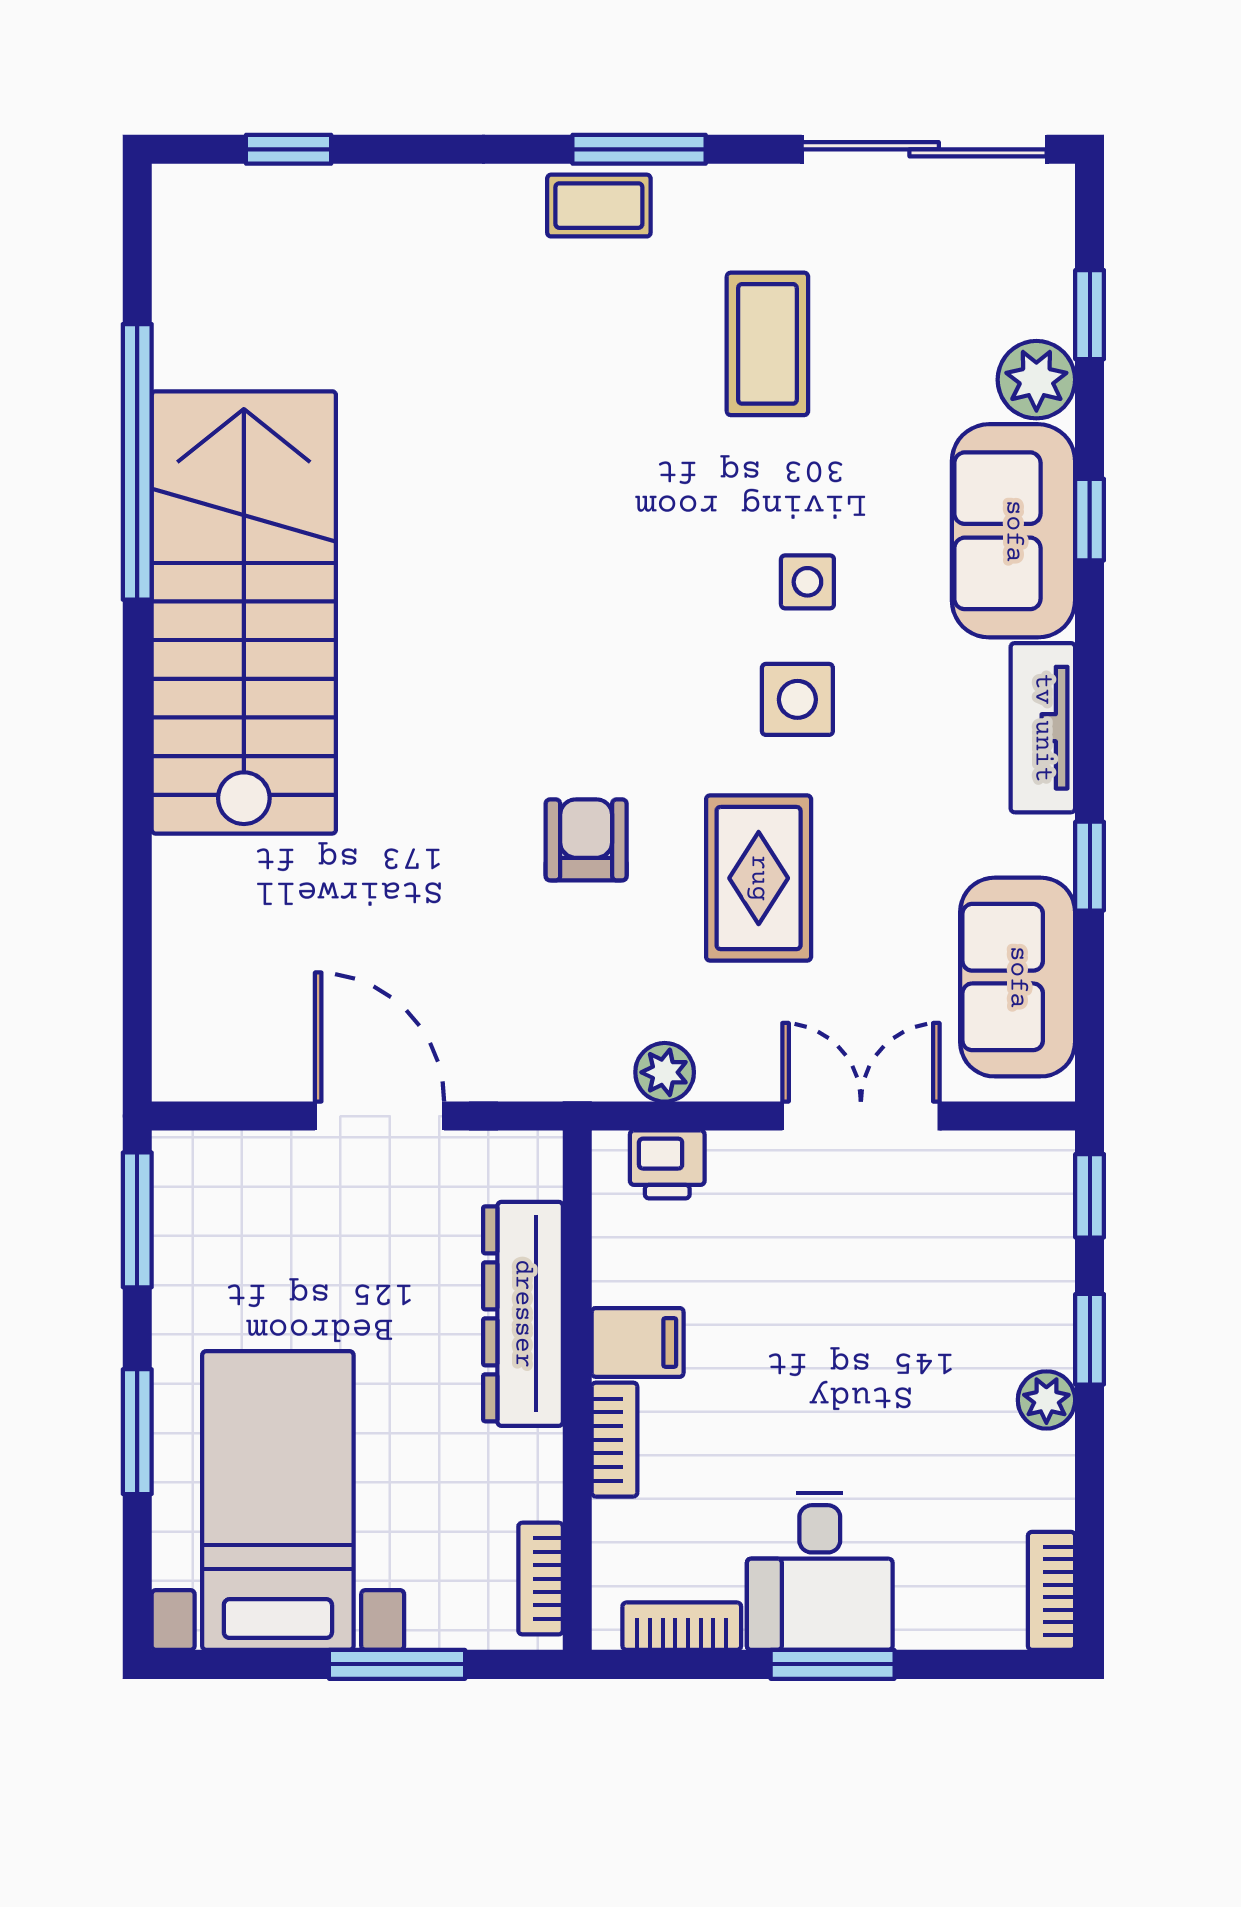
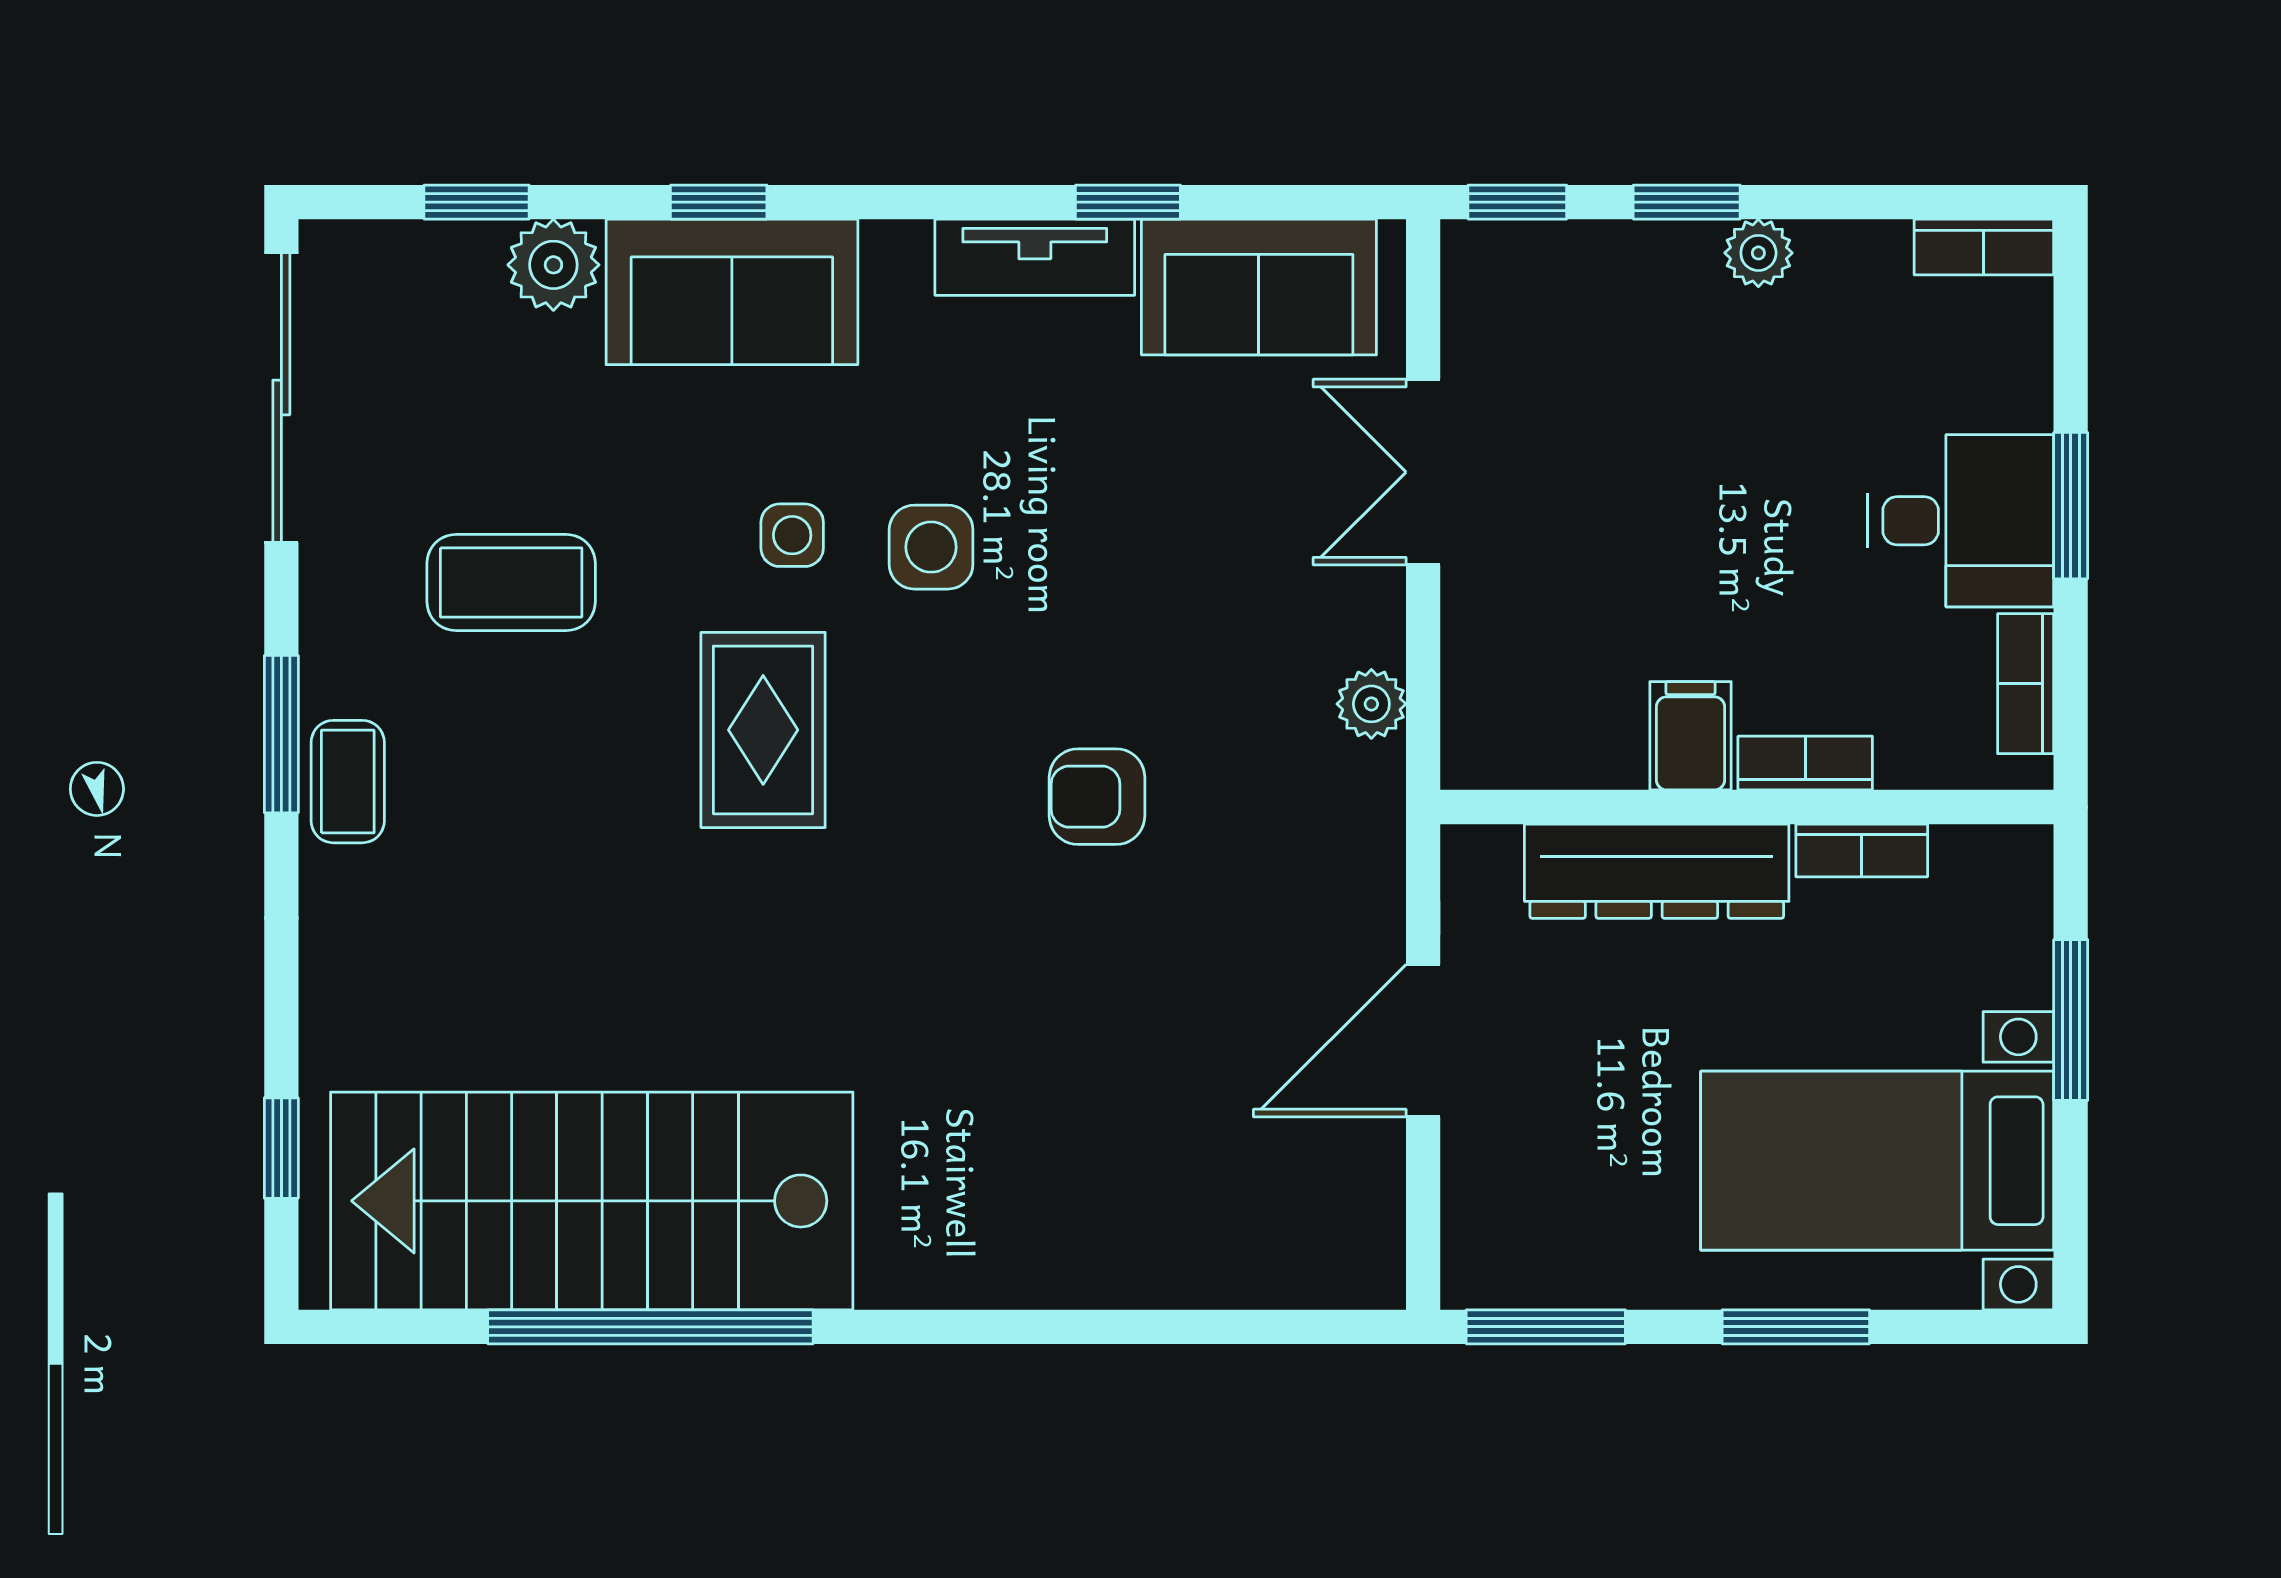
stairs: (244, 612) -> (592, 1201), moved
tv unit: (1043, 728) -> (1035, 257), moved
rug: (759, 878) -> (763, 730), moved, turned 90
printer: (667, 1164) -> (1480, 701), removed
bookcase: (541, 1579) -> (1862, 850), moved

